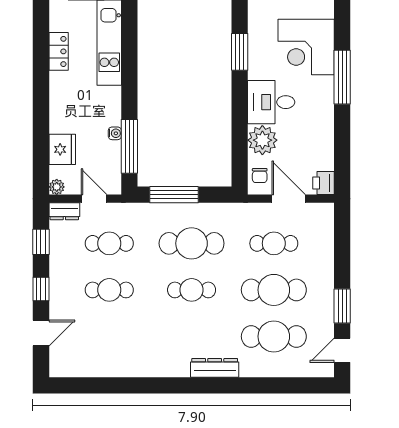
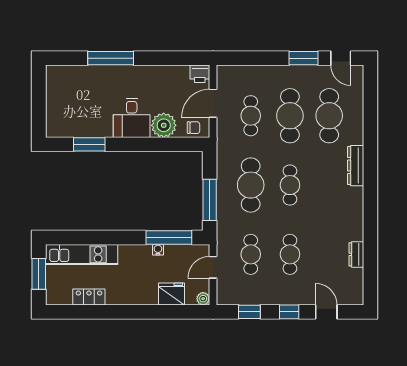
corner desk: (306, 47) -> (85, 88), removed
dresser: (64, 211) -> (356, 254), moved, turned 180

